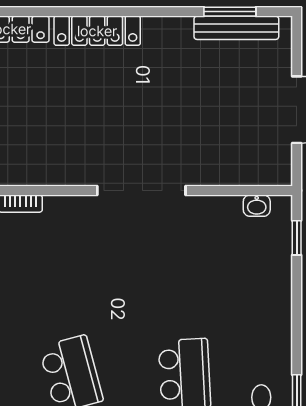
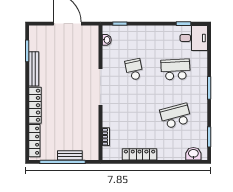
bench: (236, 28) -> (34, 69), moved
school desk: (185, 273) -> (134, 69), added

